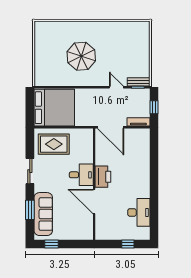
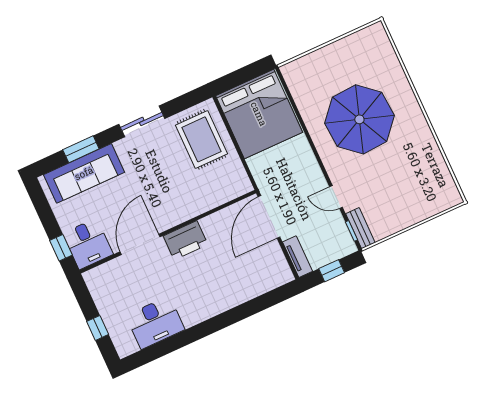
parasol: (81, 56) -> (359, 119), width x1.36, depth x1.36
door: (116, 87) -> (336, 197), swing flipped
desk: (81, 175) -> (88, 244), moved
window: (52, 244) -> (61, 248), moved

